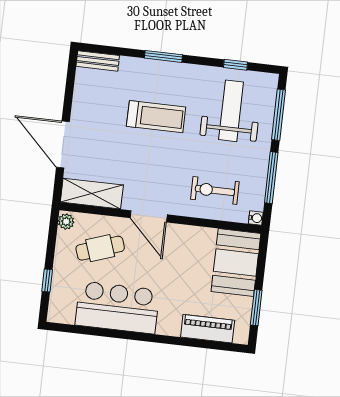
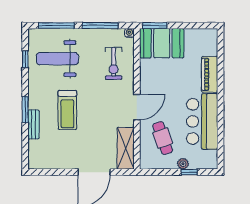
bench: (98, 61) -> (34, 124), moved
treadmill: (156, 117) -> (67, 110), turned 180
plant: (66, 222) -> (183, 164), moved
window: (256, 308) -> (155, 26), moved
piano: (208, 329) -> (210, 74), moved

